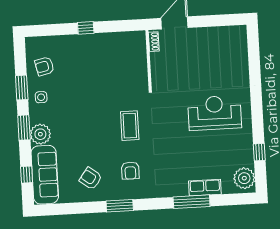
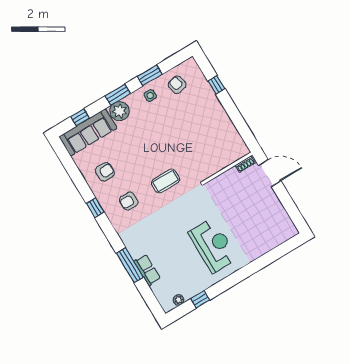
window: (86, 28) -> (216, 85), moved
armchair: (91, 178) -> (105, 172), turned 53
plant: (244, 178) -> (179, 300), width x0.53, depth x0.53
window: (120, 206) -> (95, 208), width x0.67

